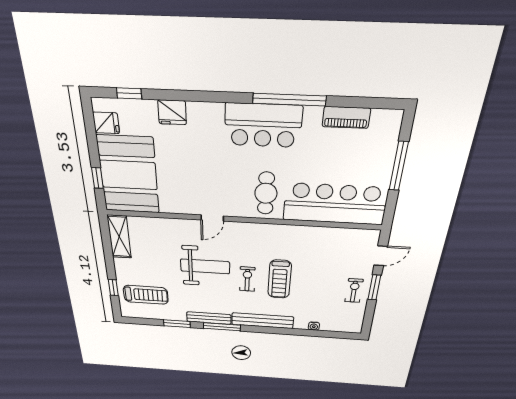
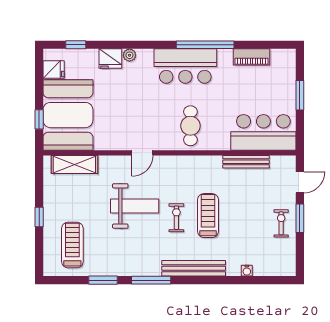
plant: (195, 109) -> (129, 55), added
window: (399, 166) -> (300, 95), width x0.69
bar counter: (335, 204) -> (263, 132), width x0.73
shelving: (119, 237) -> (74, 164), moved, turned 90
treadmill: (280, 279) -> (208, 216), turned 180
window: (113, 288) -> (39, 217), moved
treadmill: (146, 295) -> (72, 245), turned -90
bench: (209, 318) -> (246, 162), moved

